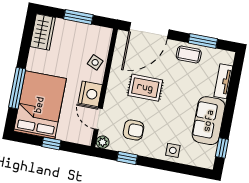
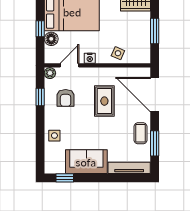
tv unit: (223, 81) -> (129, 168), width x1.41
nightstand: (90, 94) -> (90, 58), width x0.53, depth x0.56
floor lamp: (65, 133) -> (51, 39), added

